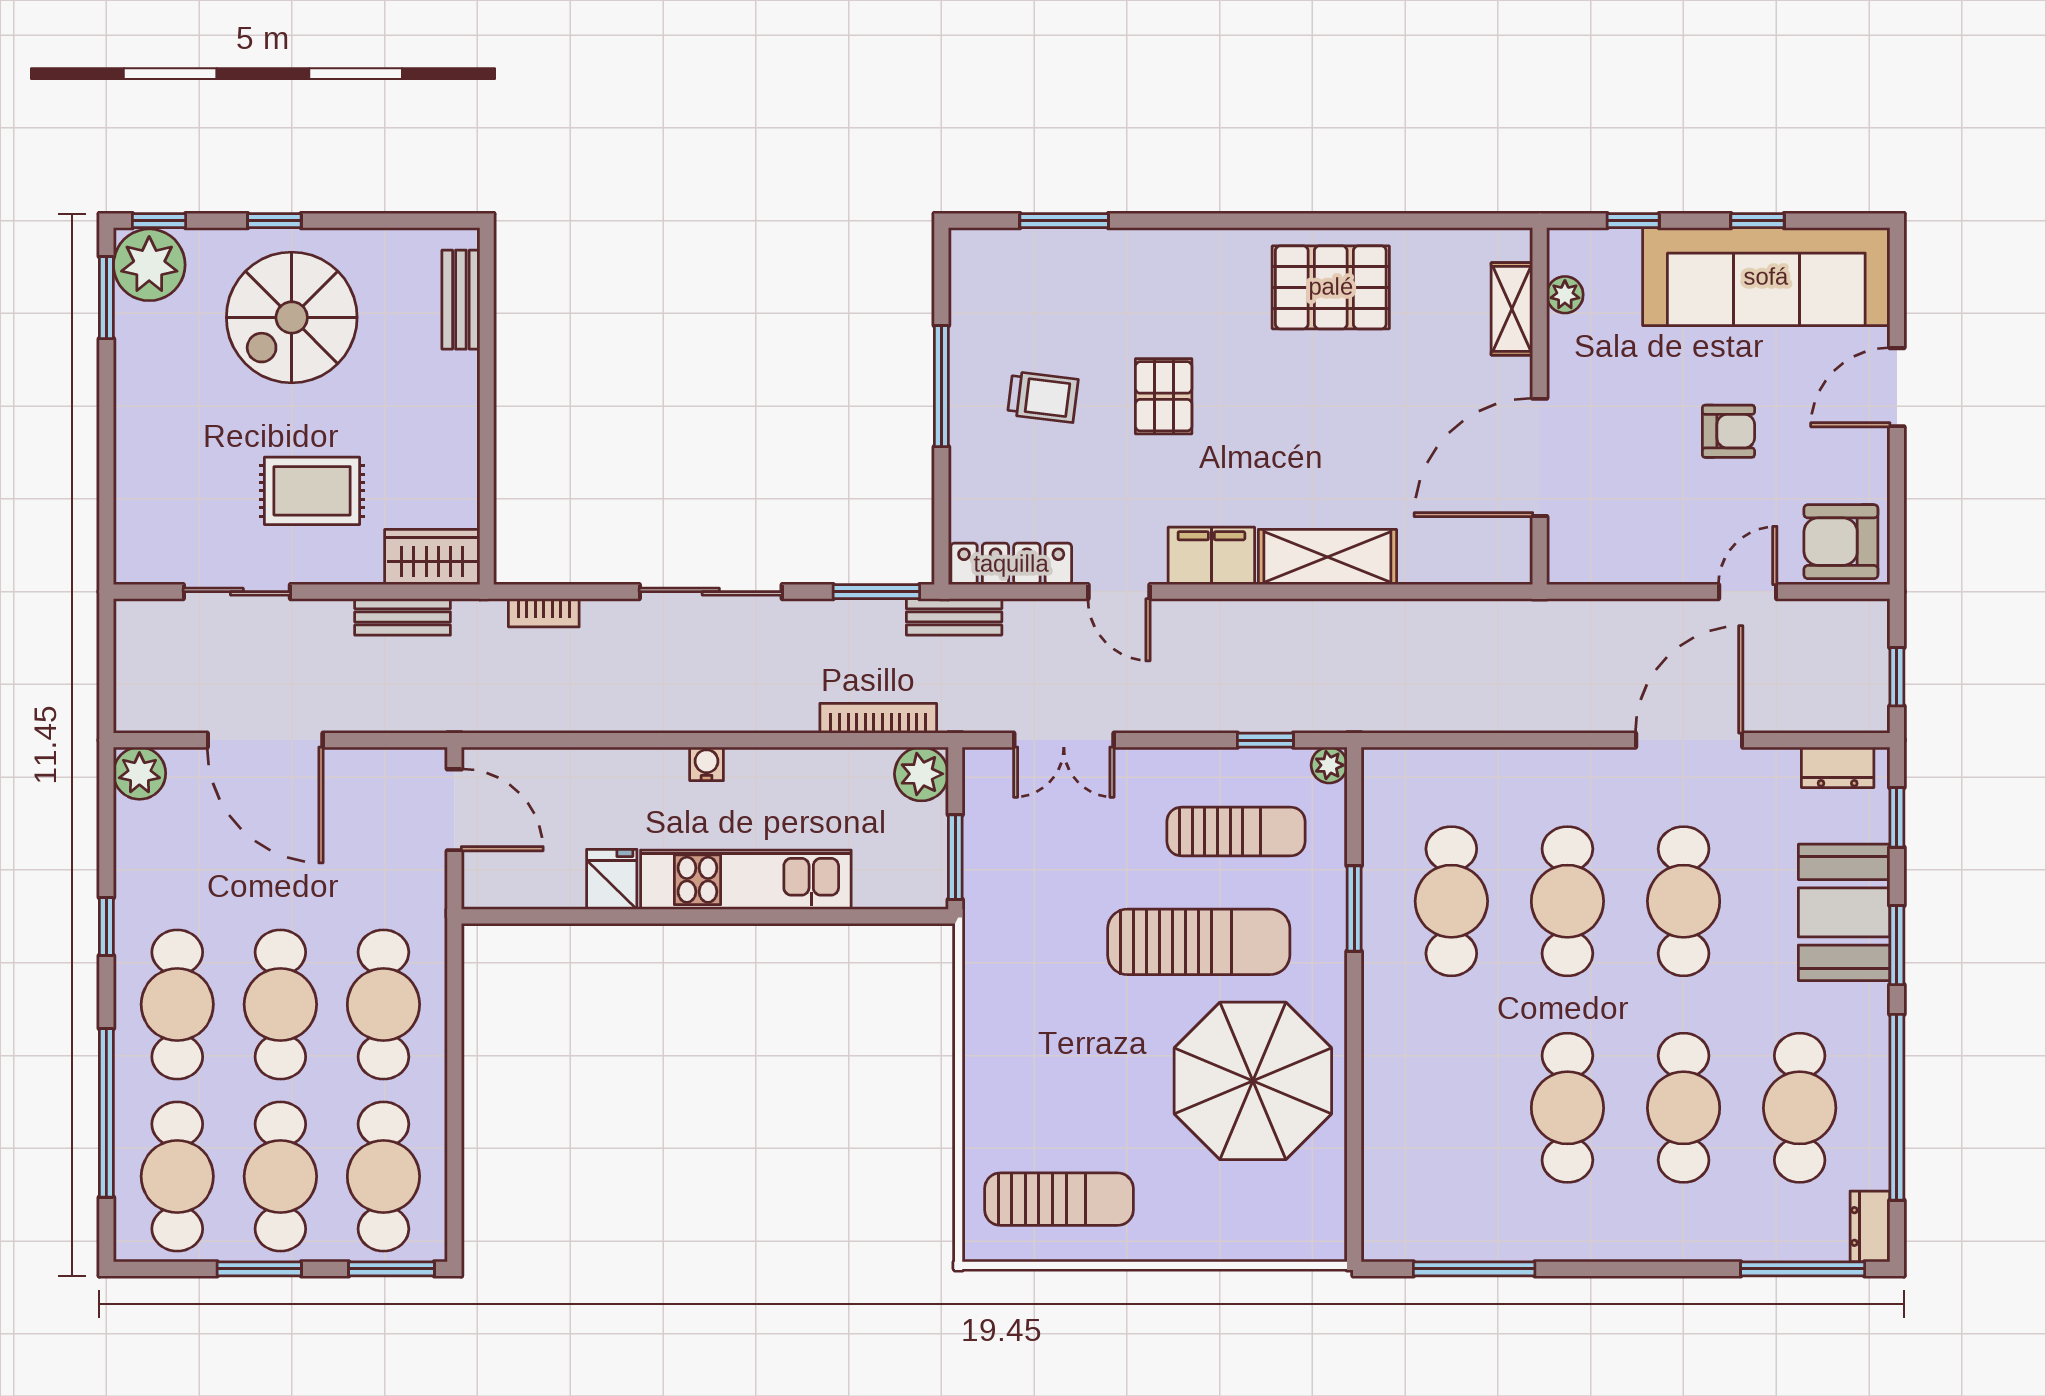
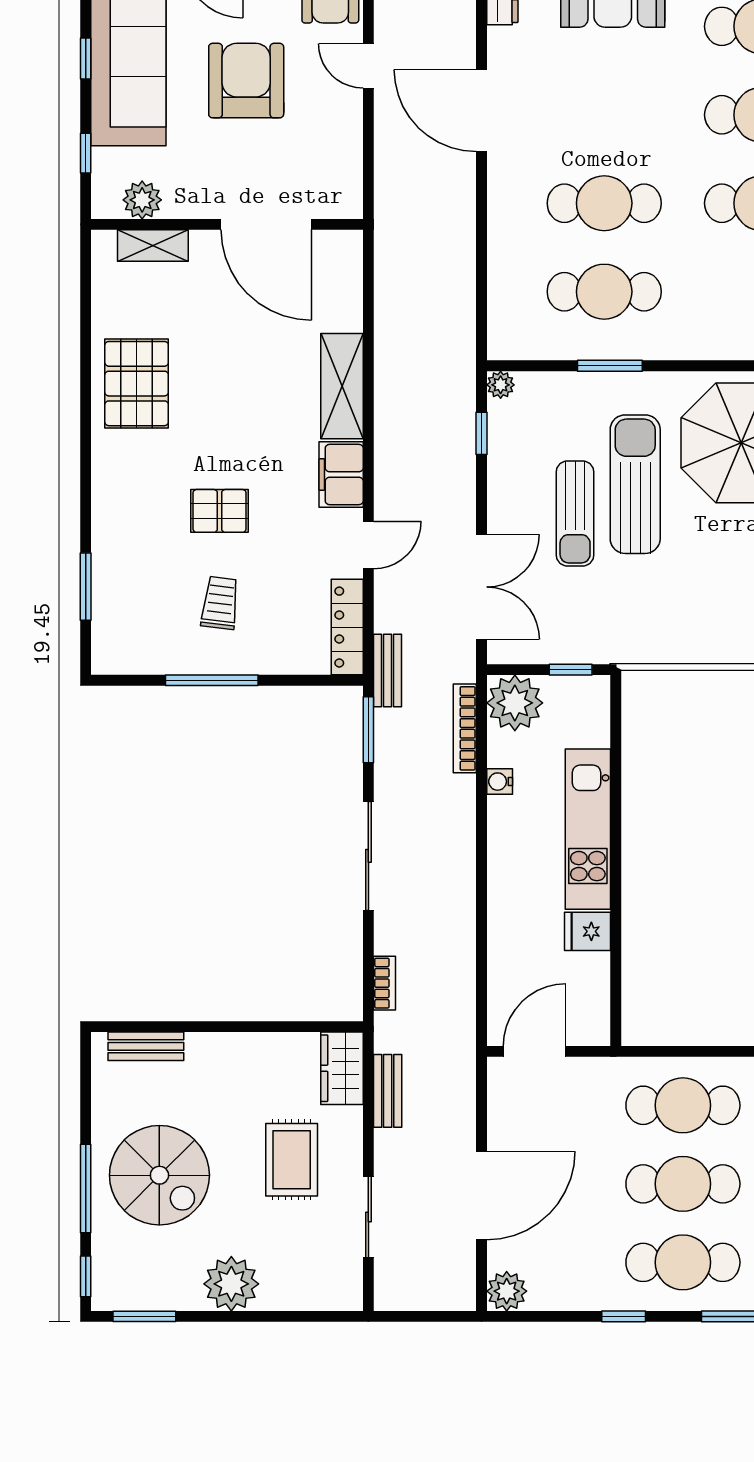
window: (274, 221) -> (86, 1188), width x2.17
plant: (149, 265) -> (231, 1284), moved
plant: (1565, 295) -> (142, 200), width x1.38, depth x1.38
armchair: (1728, 431) -> (246, 81), width x1.88, depth x1.88
double door: (1064, 740) -> (481, 587), width x1.37
water cooler: (707, 764) -> (500, 782), moved
plant: (921, 774) -> (515, 703), width x1.36, depth x1.36
sun lounger: (1236, 831) -> (575, 513), moved, turned 180
window: (955, 857) -> (571, 670), width x0.67
cafe table: (1684, 901) -> (604, 115), removed

